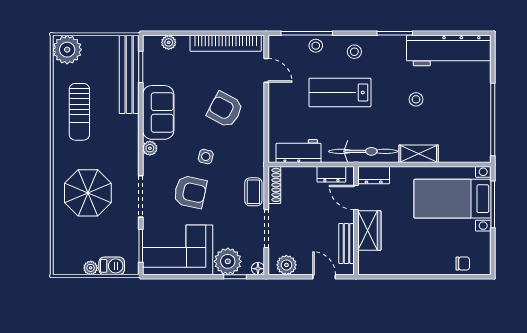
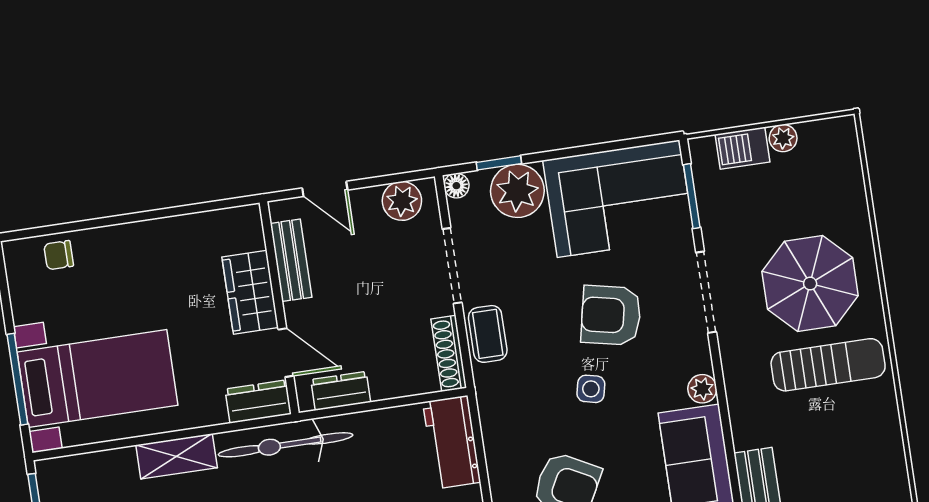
sun lounger: (79, 112) -> (828, 365), moved, turned 90
workbench: (299, 151) -> (452, 442), moved, turned 90

